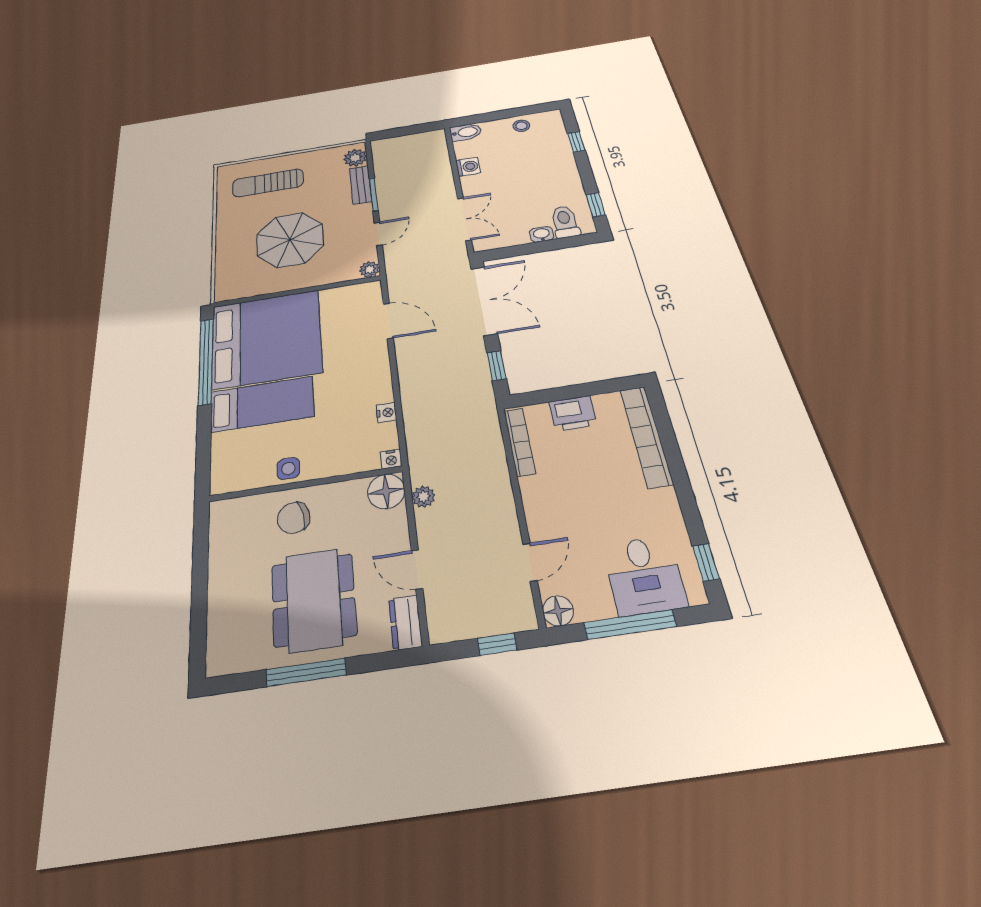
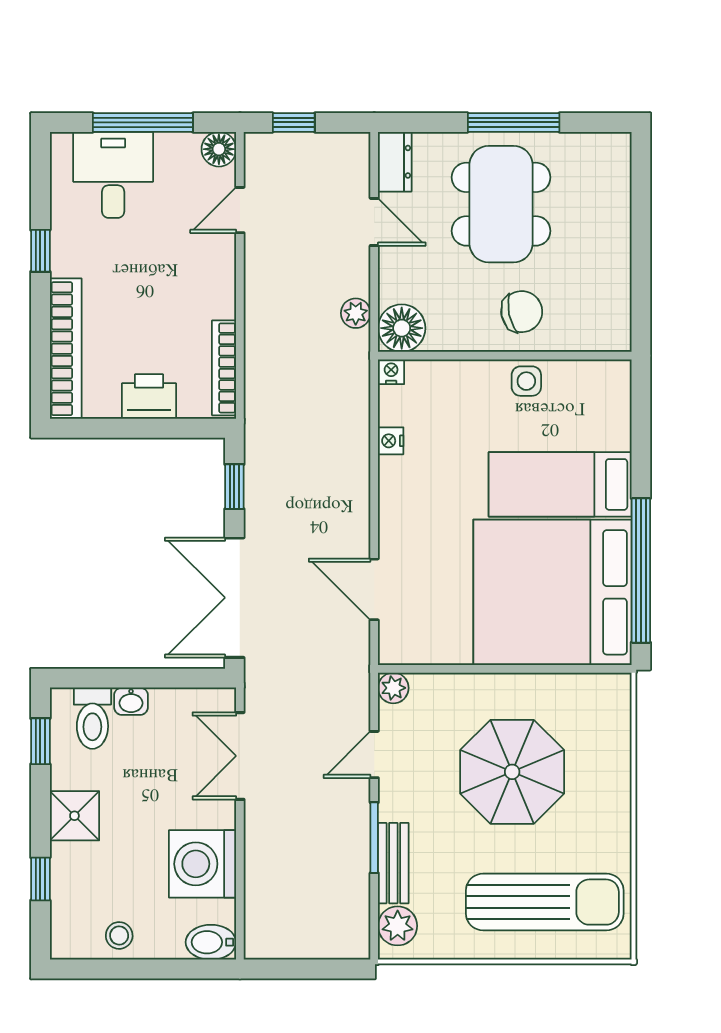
washing machine: (468, 167) -> (203, 864), width x1.89, depth x1.89
shower: (563, 173) -> (74, 816), added
sun lounger: (268, 183) -> (545, 902), width x1.36, depth x1.34
window: (706, 562) -> (40, 251), moved

